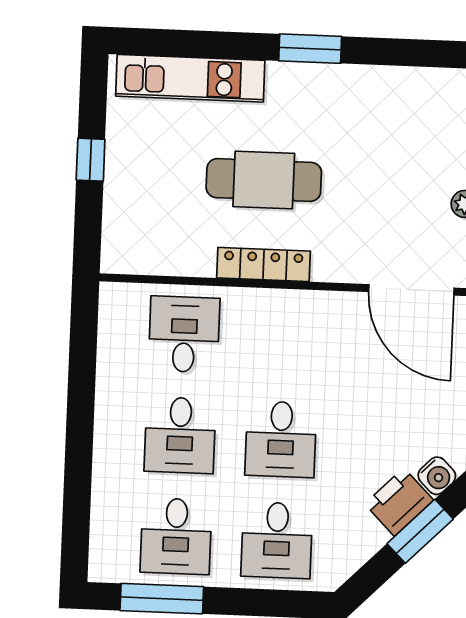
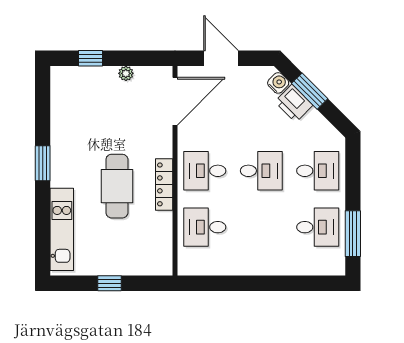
desk: (180, 435) -> (205, 171), moved, turned 180

